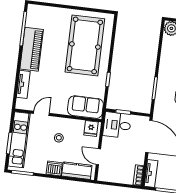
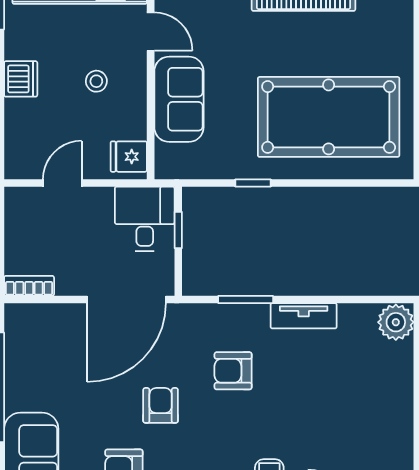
sofa: (85, 107) -> (179, 99), moved
kitchen counter: (77, 171) -> (22, 135), removed
tv unit: (151, 174) -> (304, 316), moved

